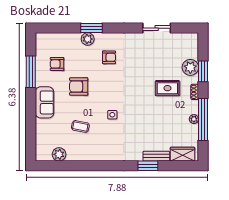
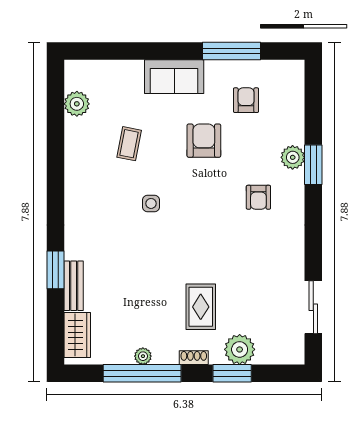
sliding door: (157, 28) -> (313, 307), moved

